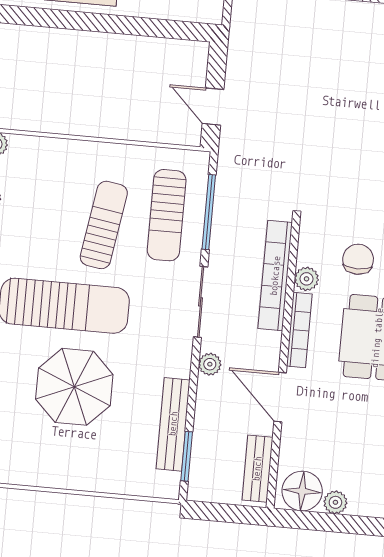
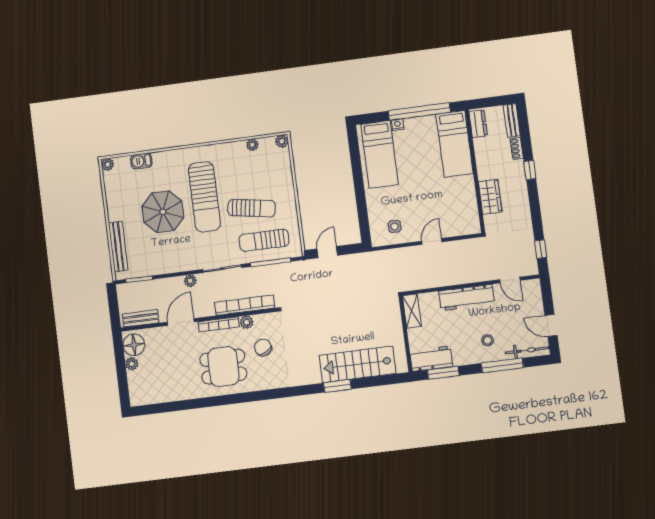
chair: (358, 259) -> (263, 347), turned -117
bench: (173, 424) -> (118, 246), moved, turned 90

